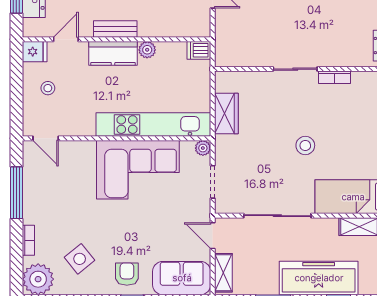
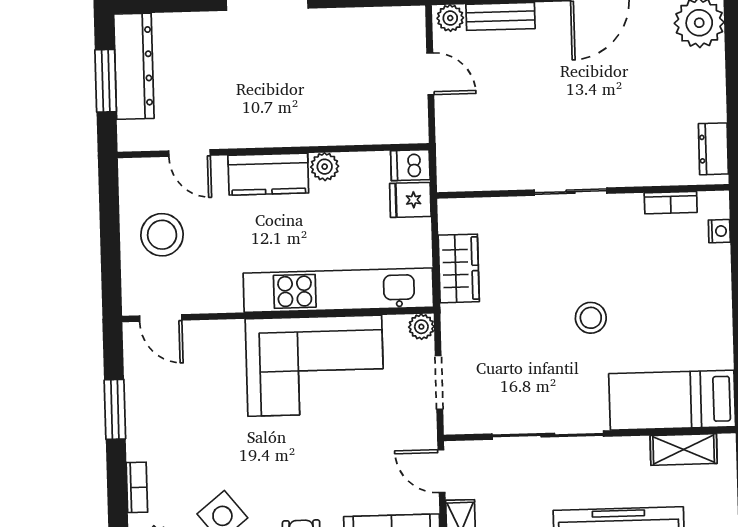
bench: (115, 29) -> (271, 134), removed
door: (66, 39) -> (190, 153), swing flipped
fridge: (35, 52) -> (410, 200), moved, turned 180
bookcase: (335, 77) -> (671, 203), moved
stool: (48, 88) -> (162, 235), width x1.89, depth x1.89
window: (16, 193) -> (115, 409), width x0.69

